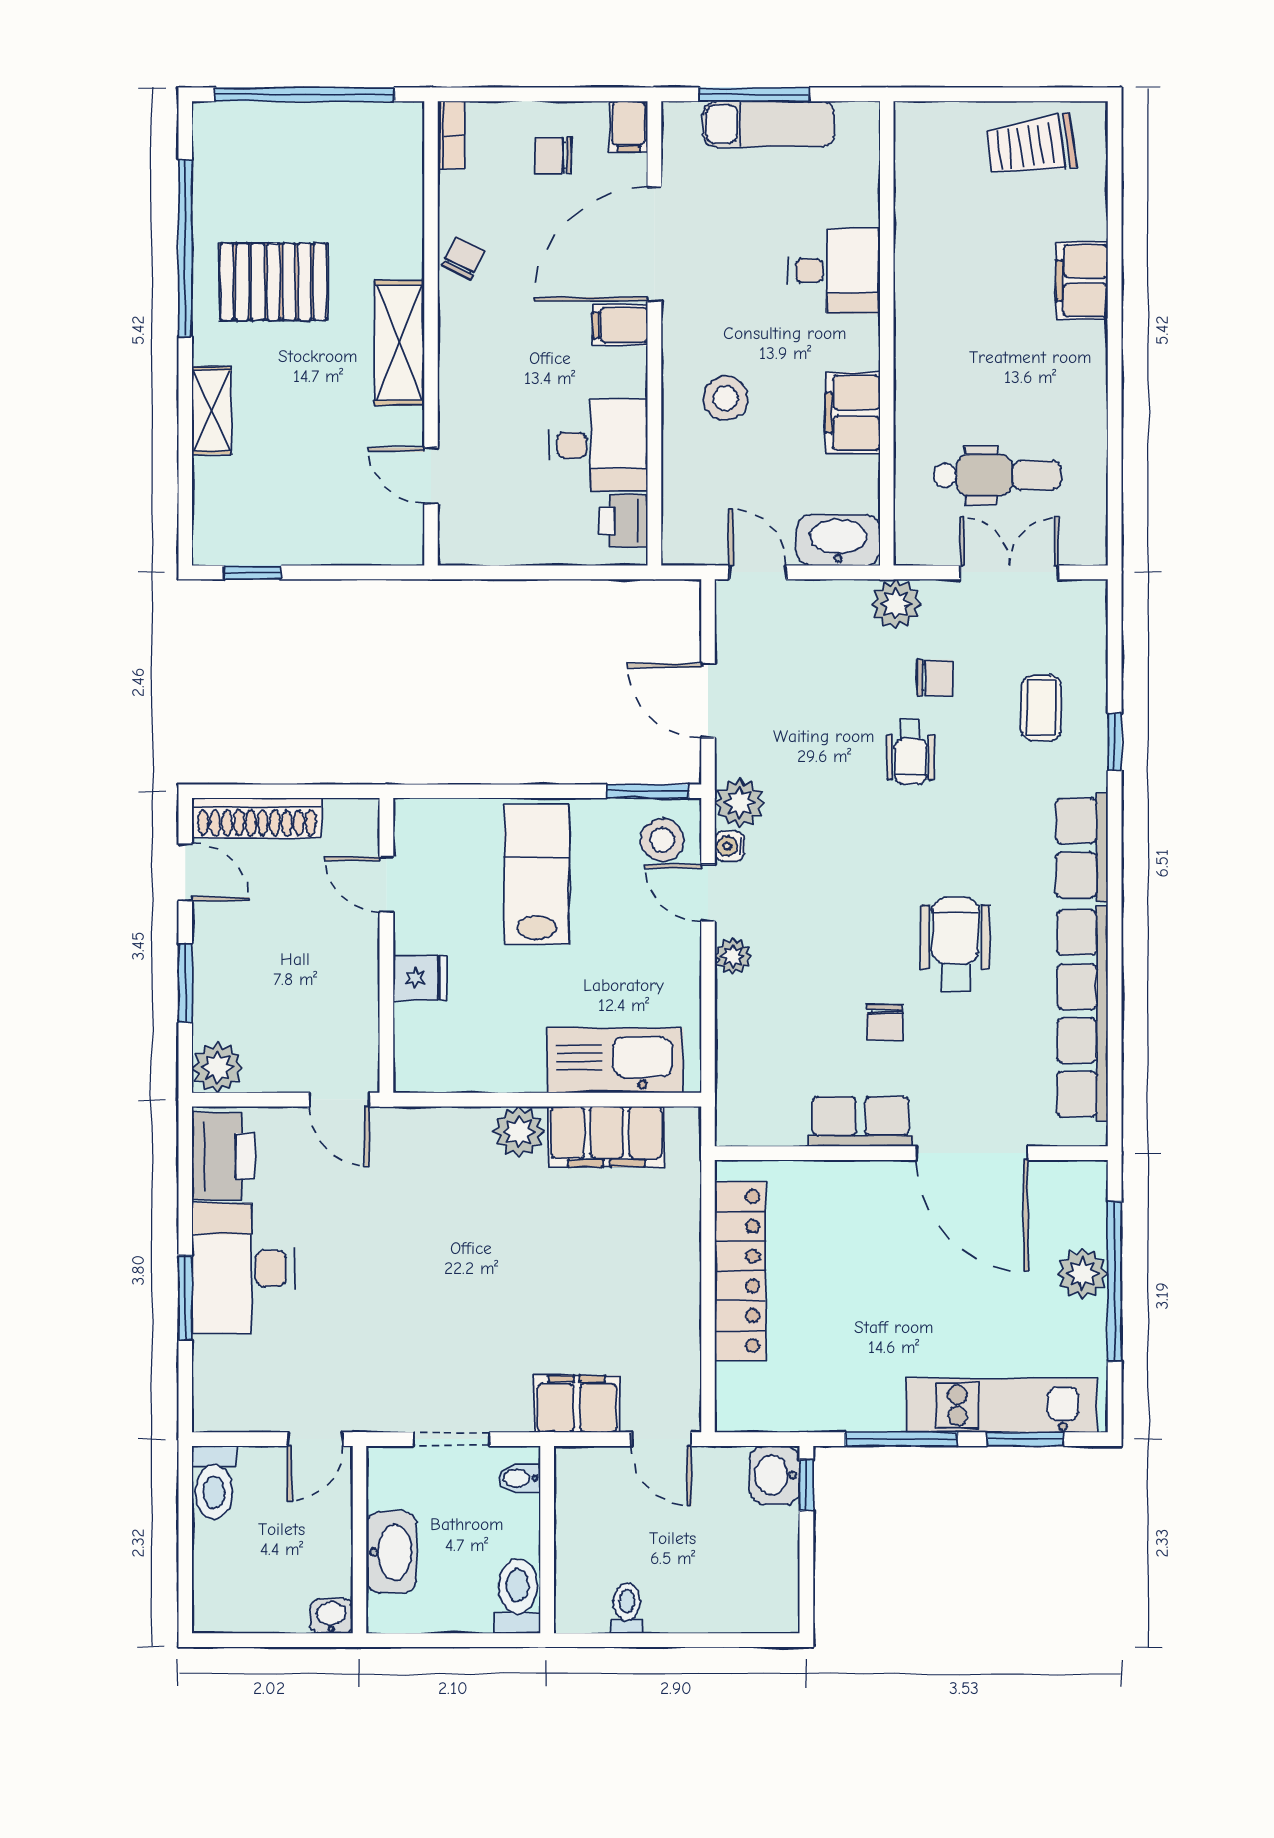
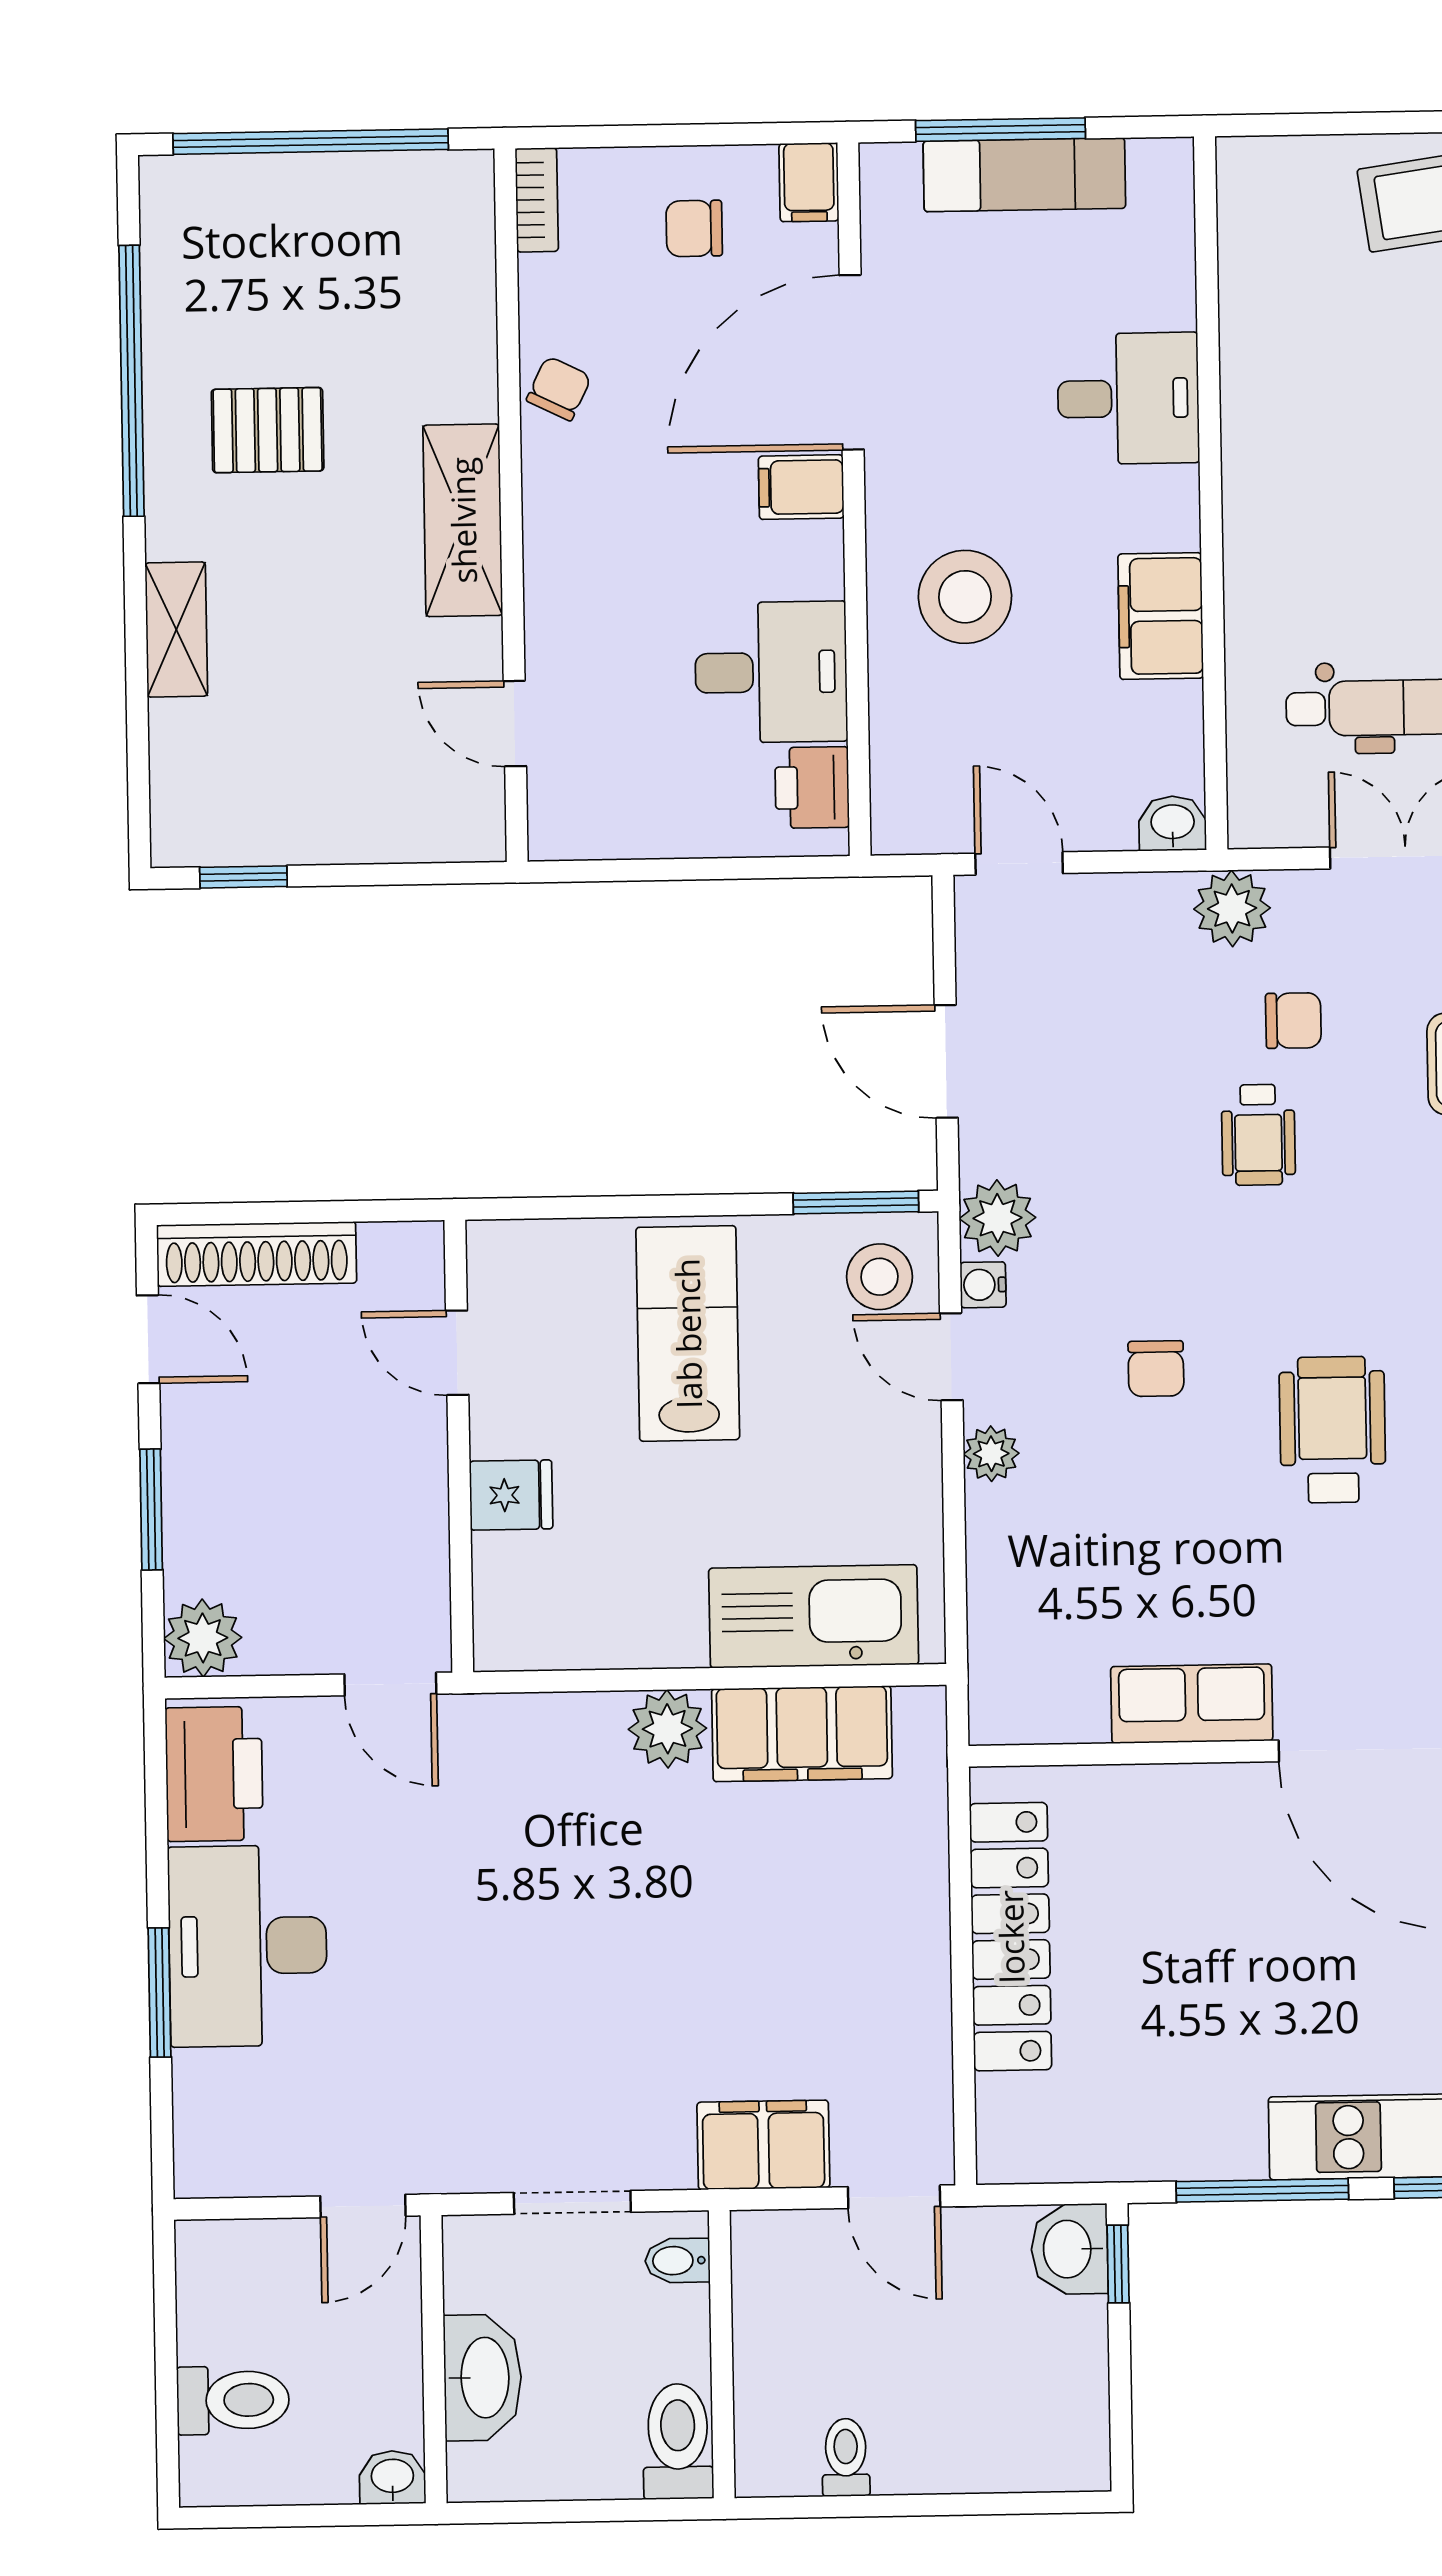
pallet: (273, 282) -> (268, 430), width x0.67, depth x0.71
stool: (726, 398) -> (965, 597), width x1.38, depth x1.38
washbasin: (838, 540) -> (1173, 823), width x0.52, depth x0.69
chair: (884, 1022) -> (1156, 1369), moved
toilet: (214, 1482) -> (233, 2400), moved, turned -90

